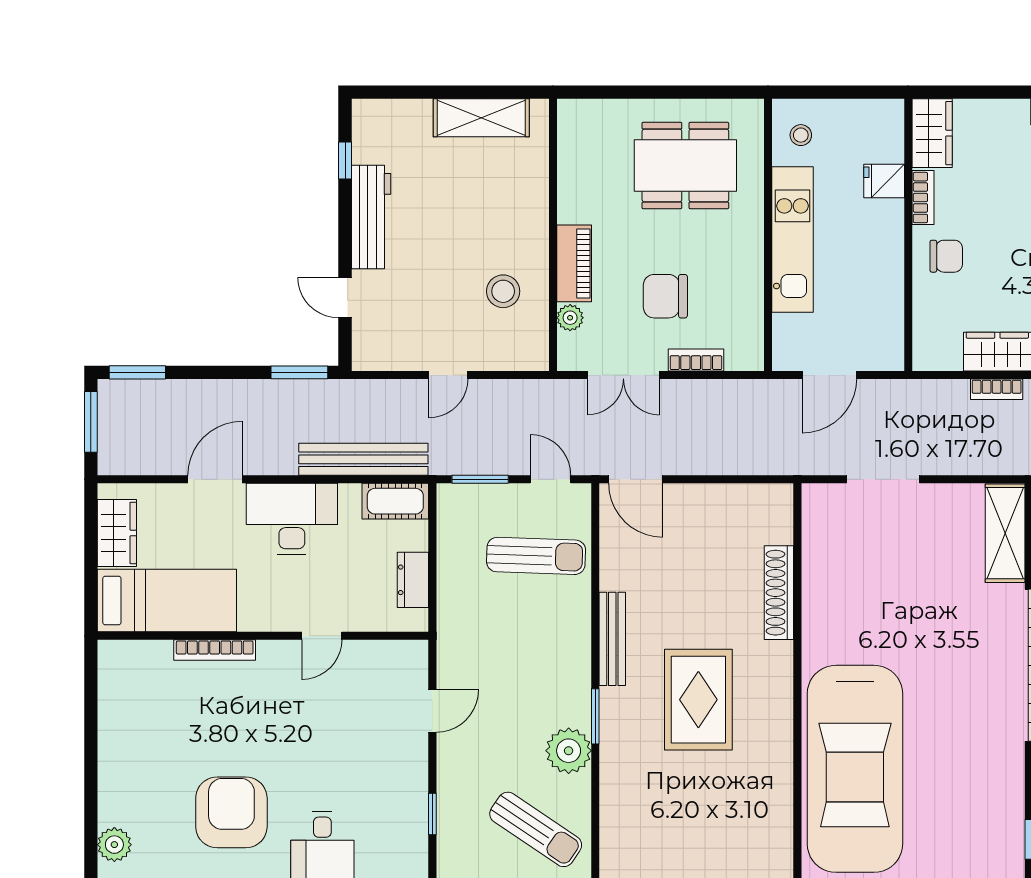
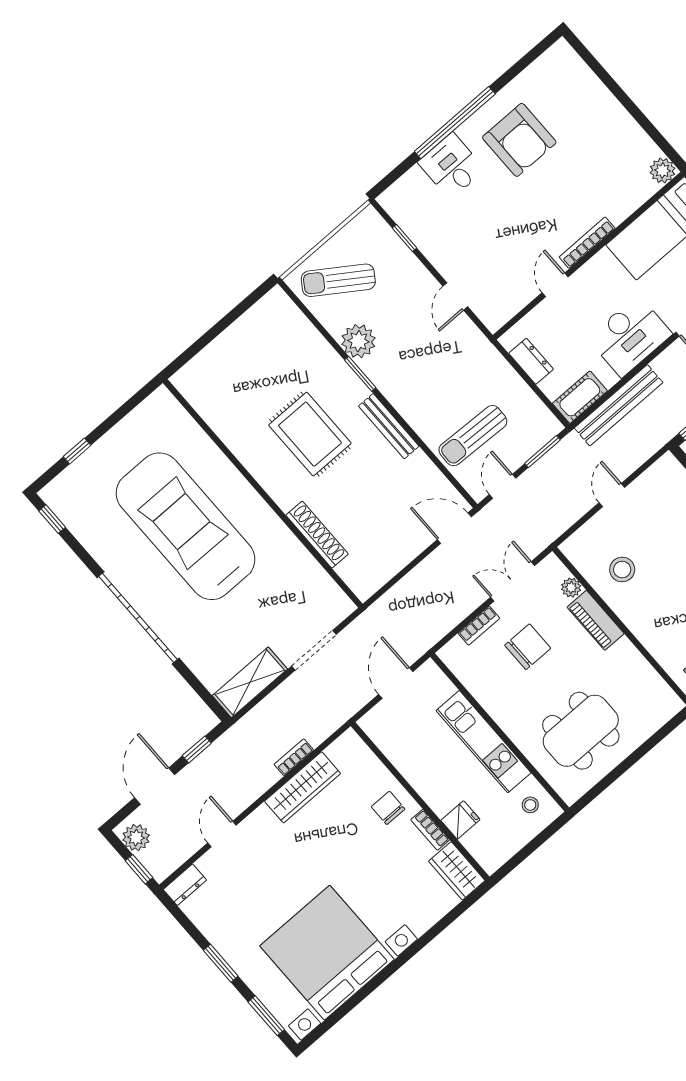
chair: (946, 256) -> (388, 808), turned 90
door: (551, 479) -> (503, 486), swing flipped
shelving: (1005, 533) -> (250, 682), moved, turned 90
bookcase: (215, 650) -> (587, 243), moved
car: (855, 769) -> (186, 526), moved
plant: (114, 845) -> (662, 170), moved

